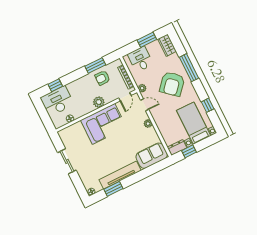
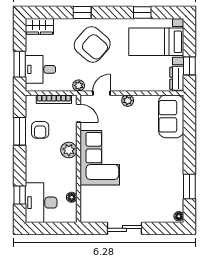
window: (147, 40) -> (20, 64), moved
window: (189, 68) -> (82, 13), width x0.46
tv unit: (120, 175) -> (176, 169), removed

